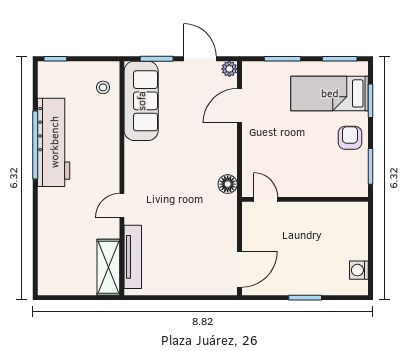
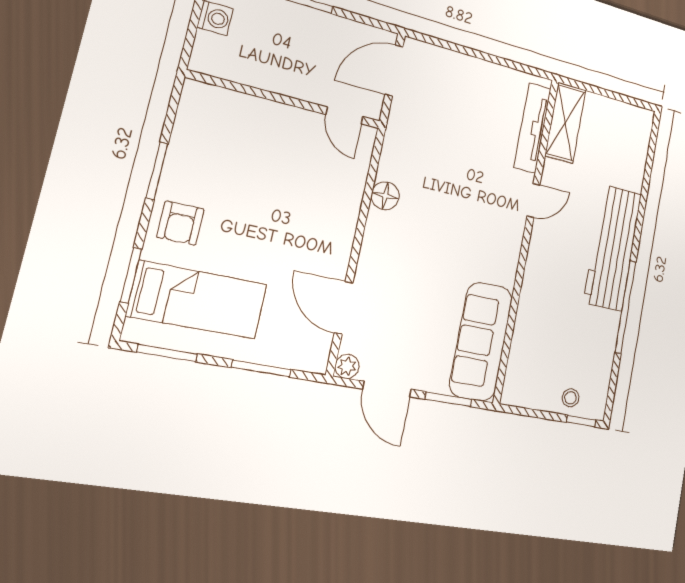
stool: (103, 87) -> (571, 398), moved
door: (239, 106) -> (344, 308), swing flipped
workbench: (54, 142) -> (613, 248), moved
door: (266, 199) -> (344, 115), moved
wall: (305, 199) -> (286, 100), moved

